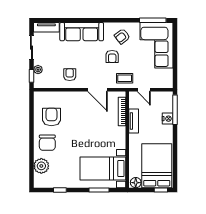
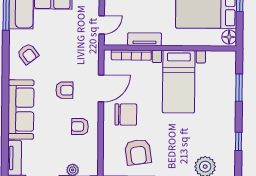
armchair: (112, 56) -> (64, 90), moved
coffee table: (125, 78) -> (86, 51), removed
armchair: (51, 117) -> (138, 152), turned -98
chair: (47, 143) -> (126, 115), moved
bed with nightstands: (103, 169) -> (179, 82), moved

